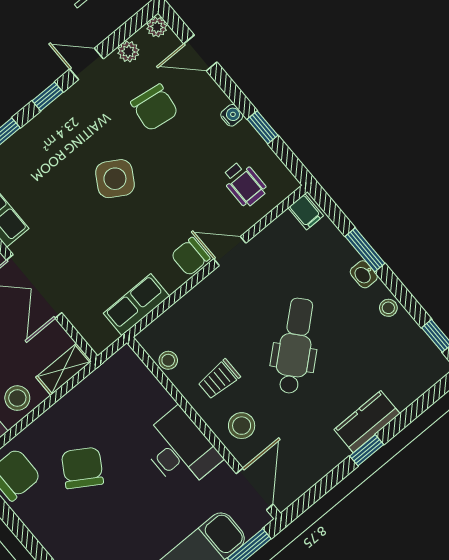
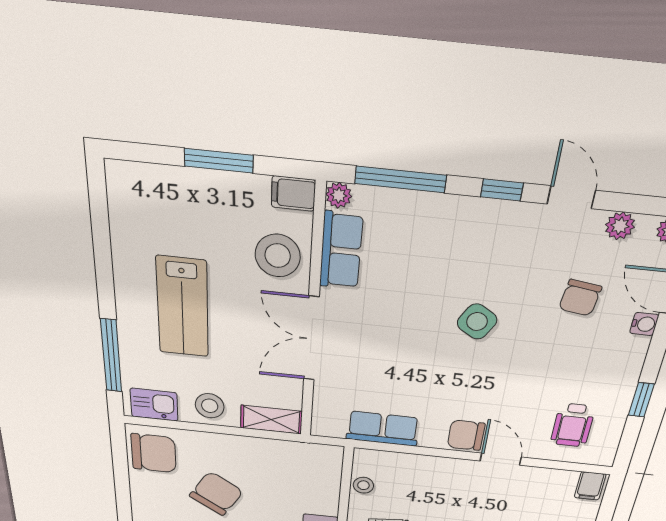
chair: (154, 108) -> (580, 298), width x0.73, depth x0.73
water cooler: (232, 115) -> (644, 324), moved
side table: (115, 179) -> (477, 322), width x0.73, depth x0.73

